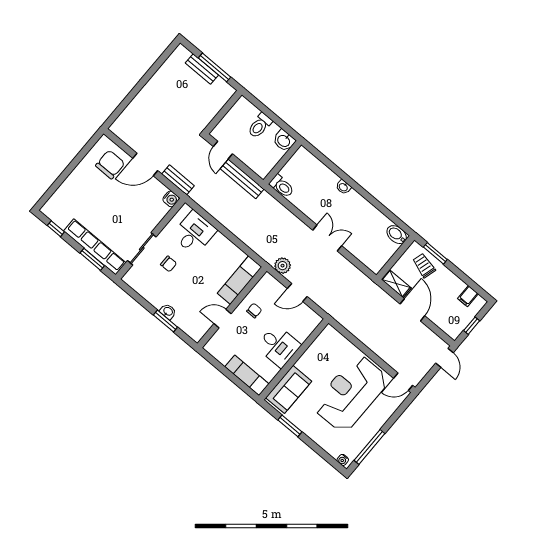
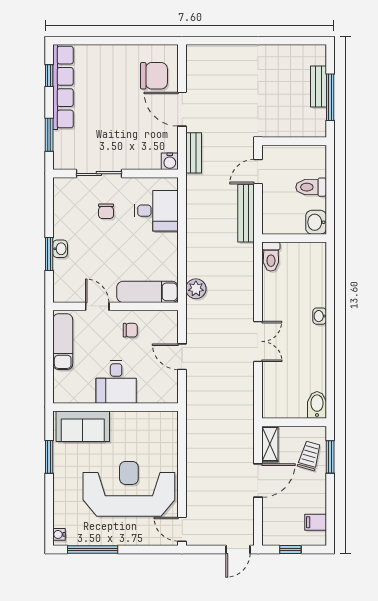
row of seats: (95, 247) -> (63, 87), moved
plant: (283, 266) -> (196, 289), moved
exam couch: (247, 375) -> (63, 342), moved

